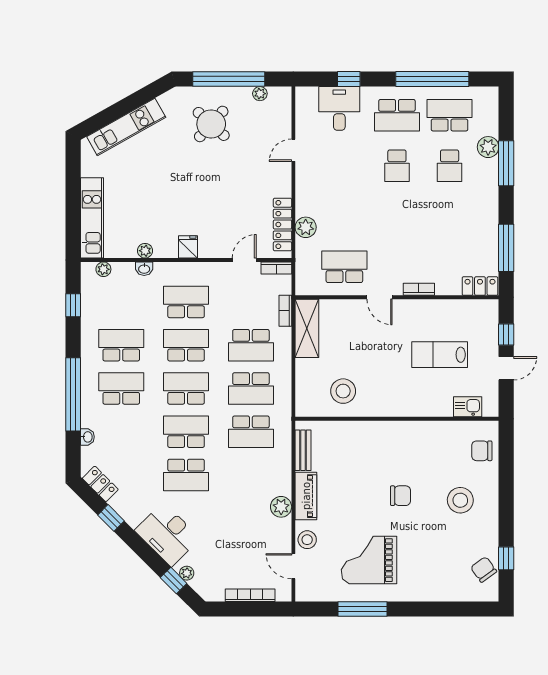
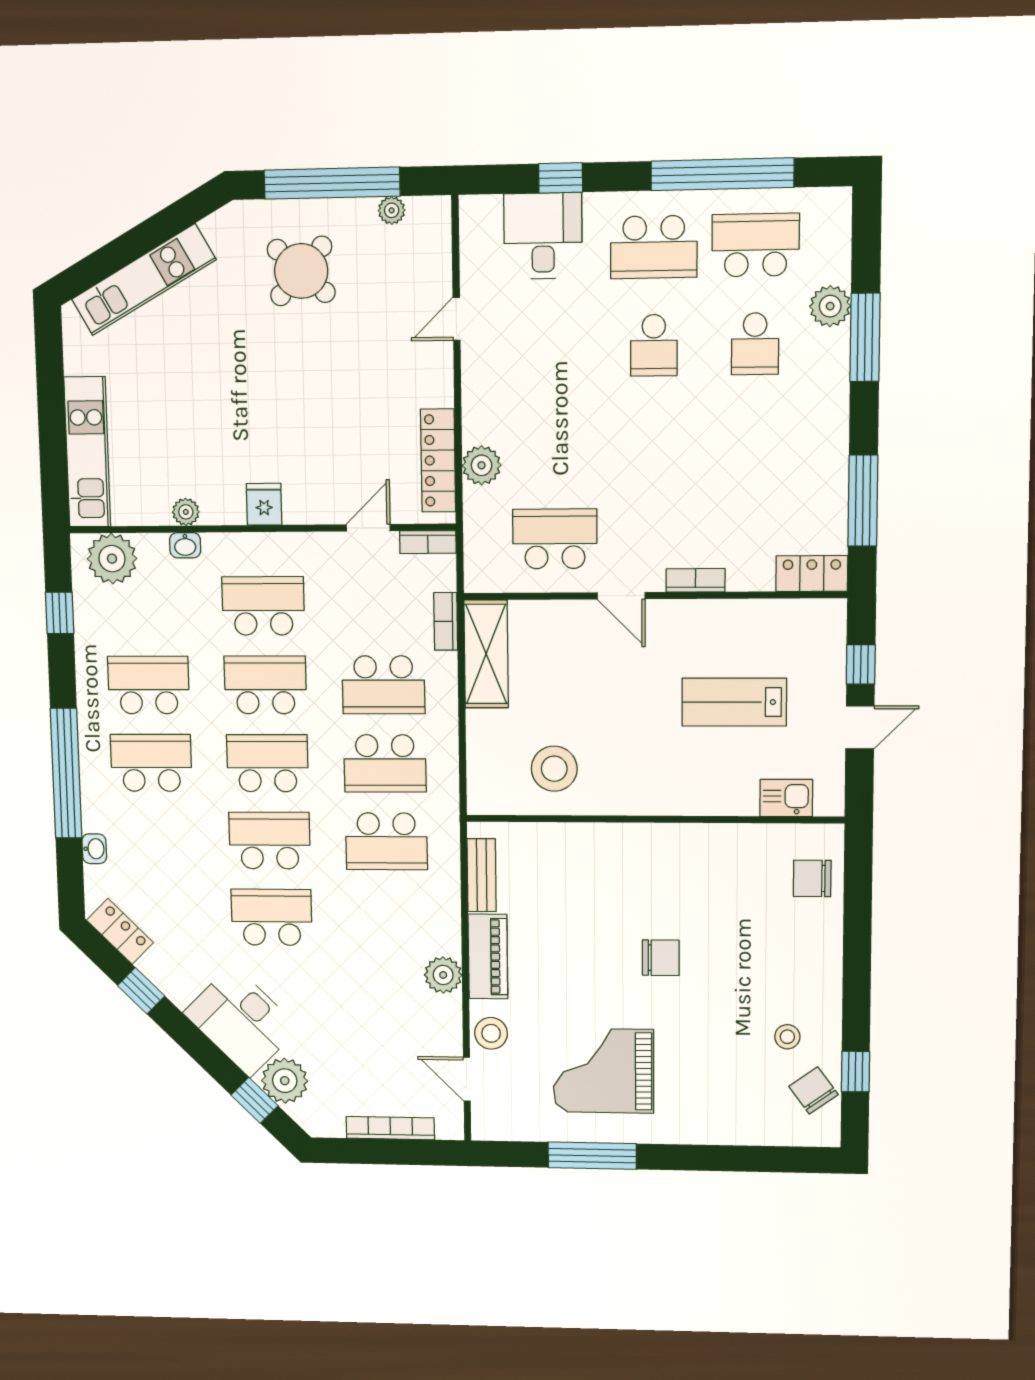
plant: (103, 269) -> (112, 559), width x1.87, depth x1.87
school desk: (186, 475) -> (272, 917), turned 180
stool: (460, 500) -> (787, 1037), moved, width x0.53, depth x0.53
plant: (187, 573) -> (285, 1081), width x1.88, depth x1.88

